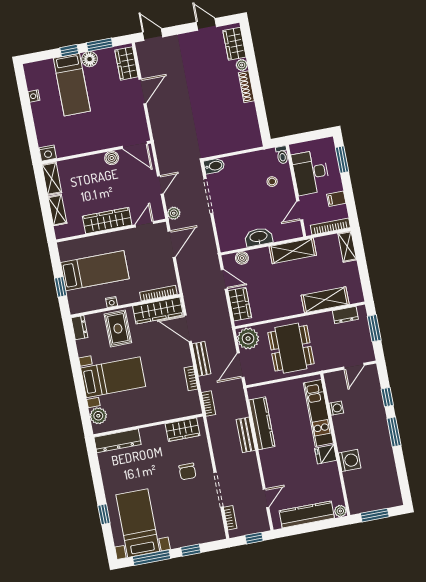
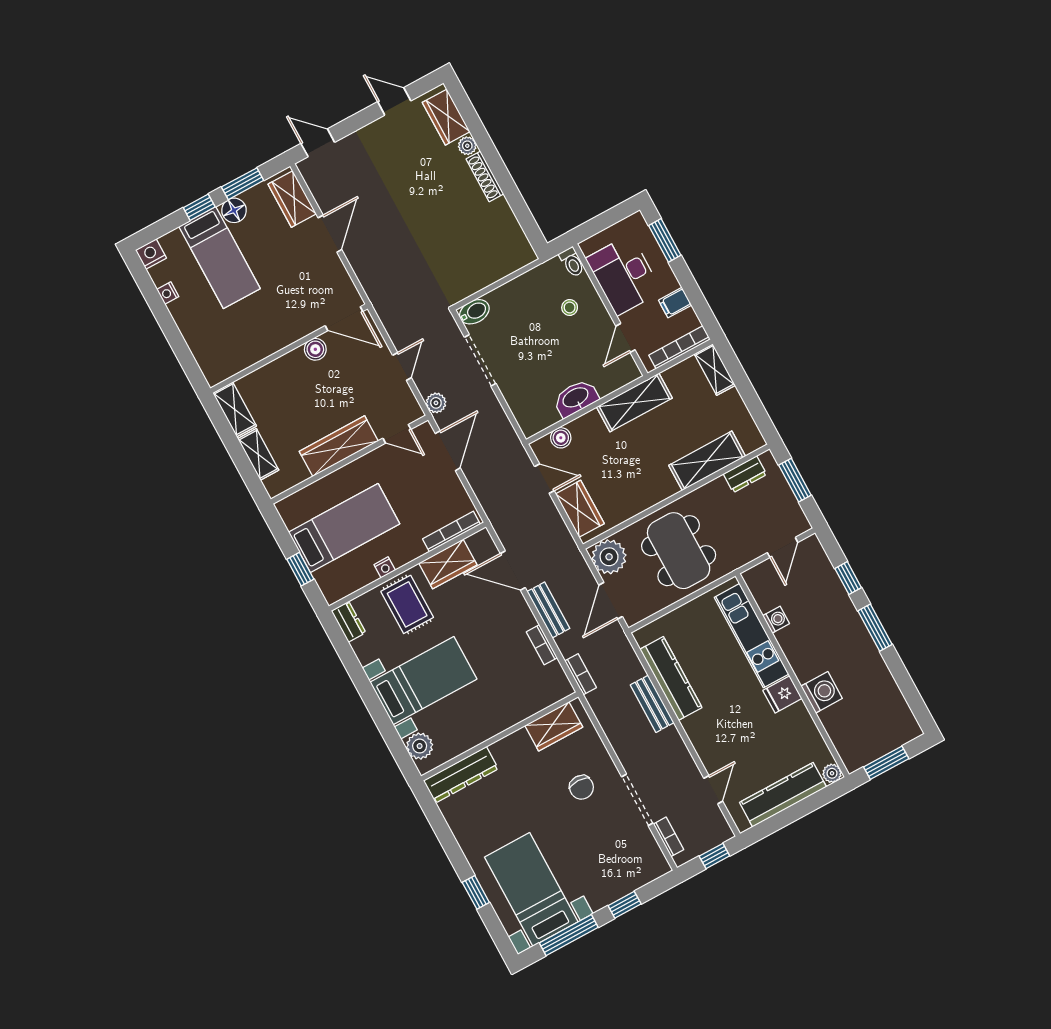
nightstand: (48, 153) -> (151, 254), moved, turned 180
door: (144, 224) -> (397, 434), swing flipped
wardrobe: (158, 311) -> (448, 564), width x0.67

